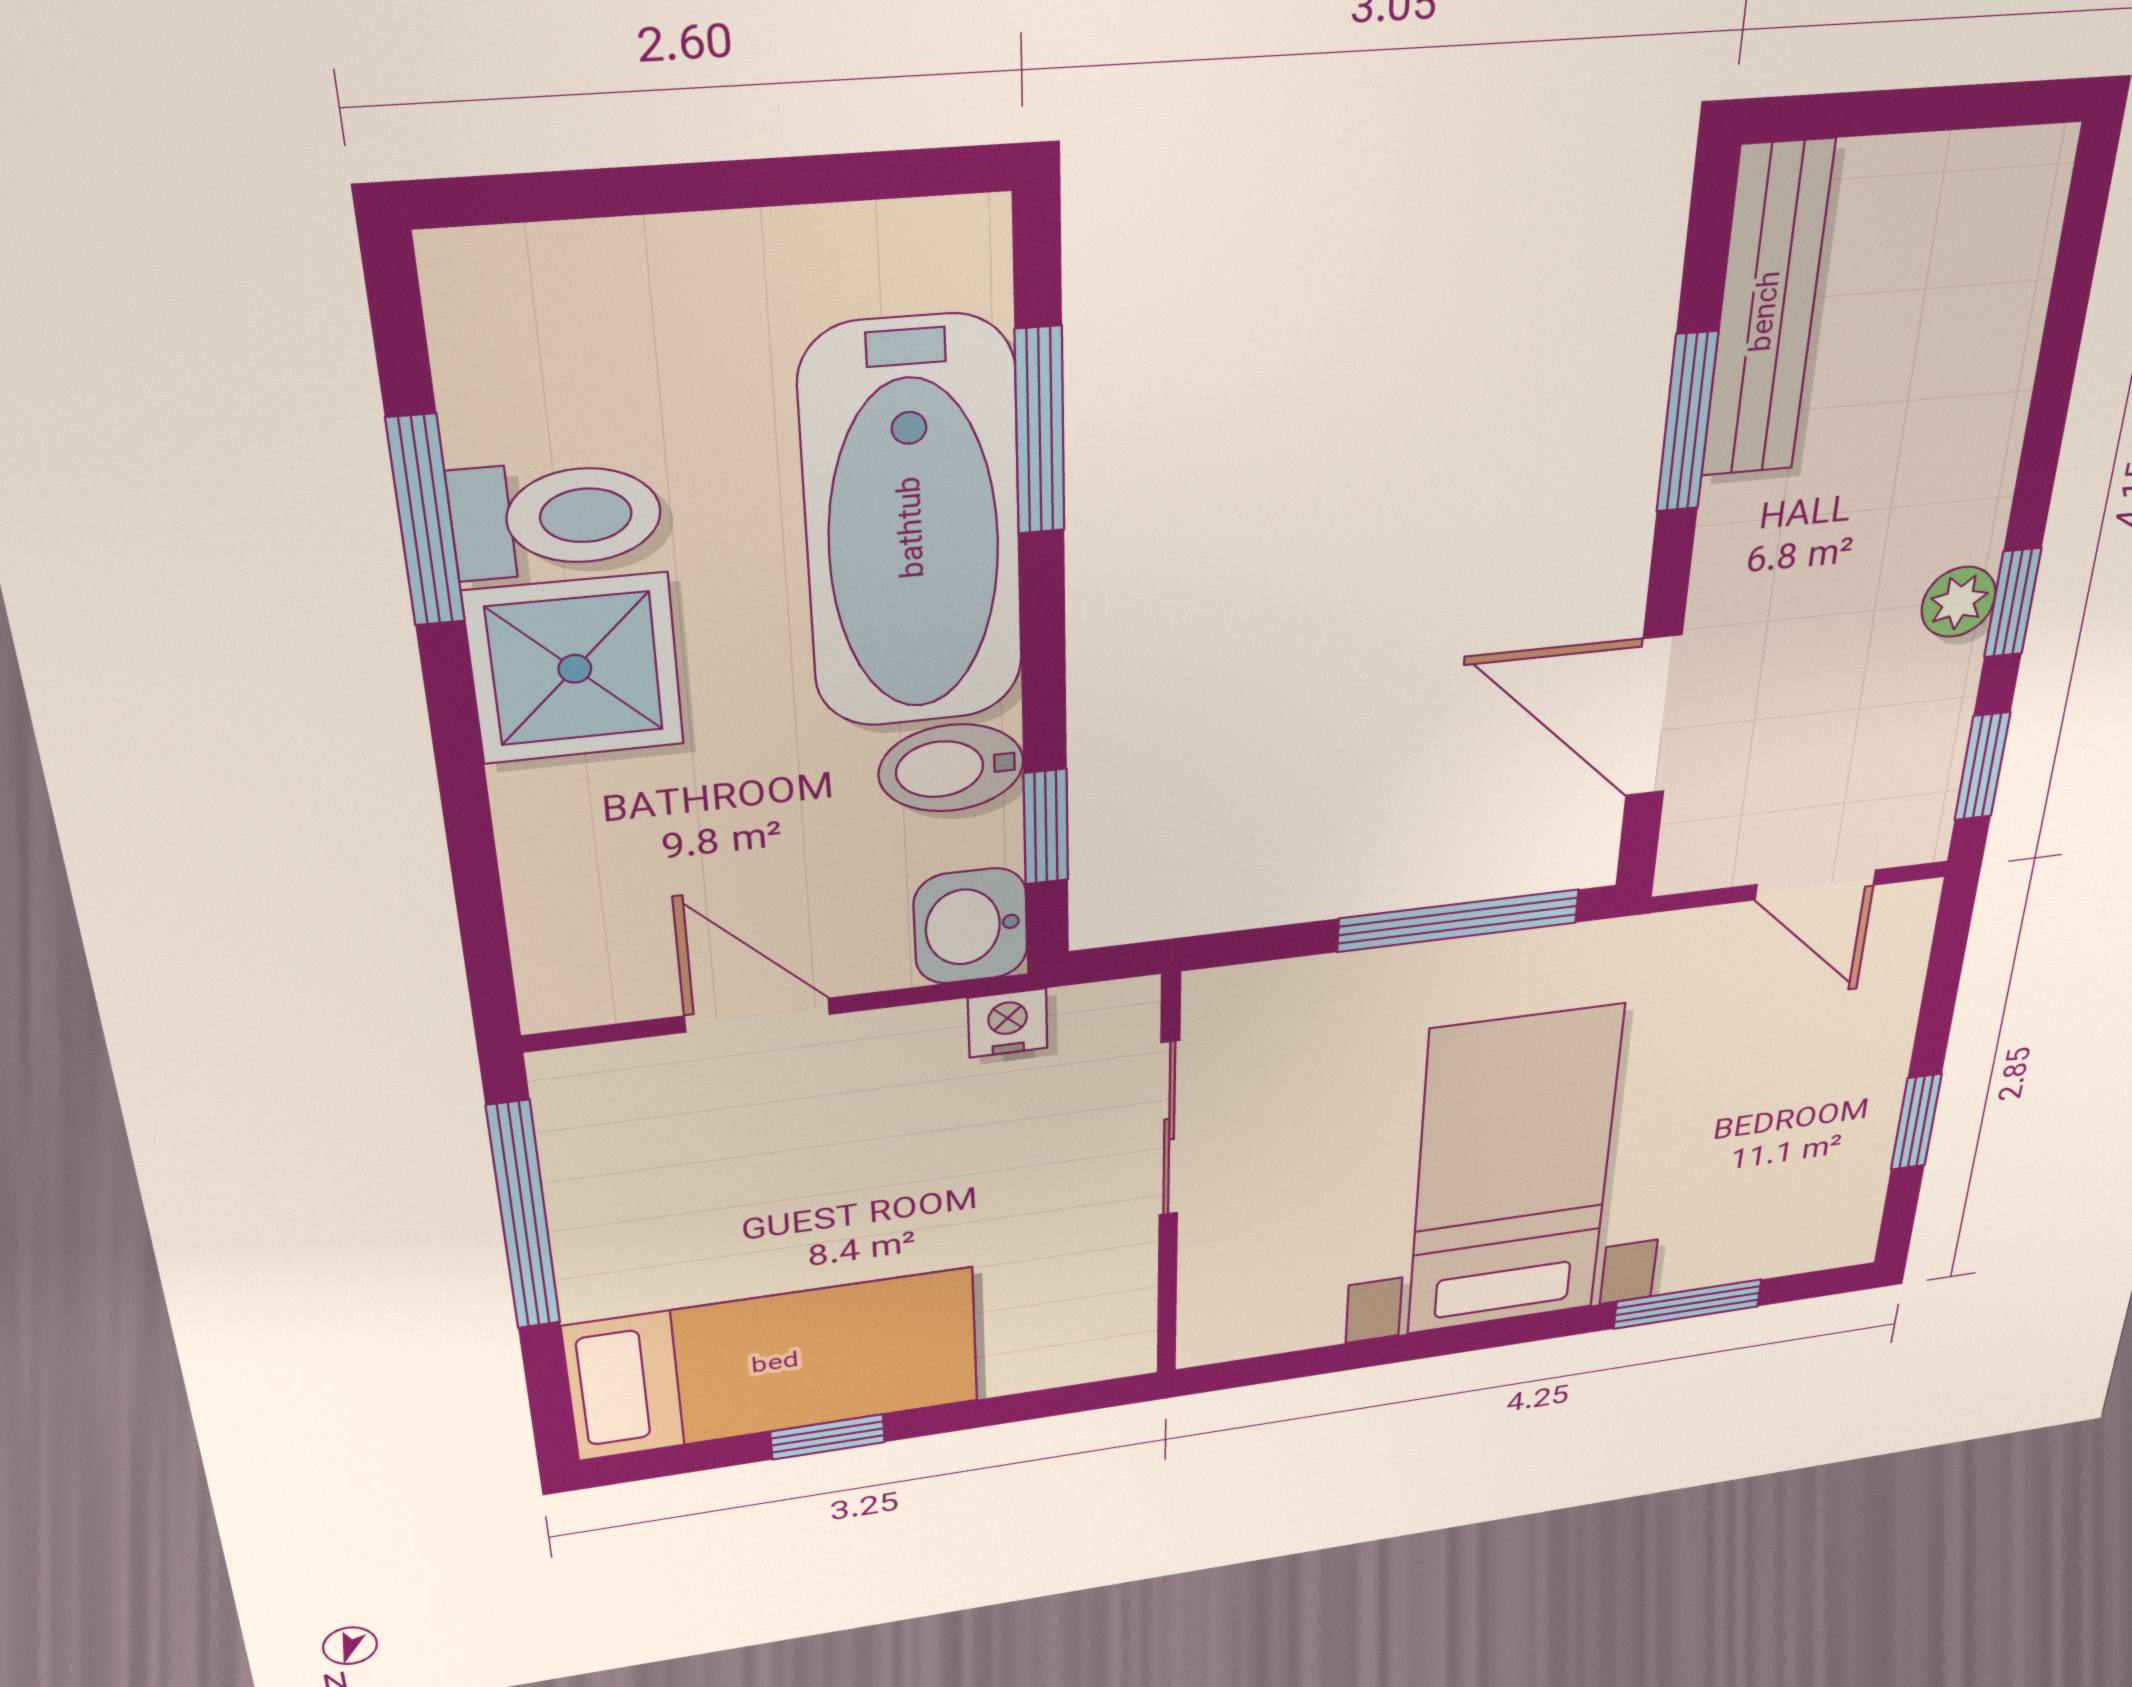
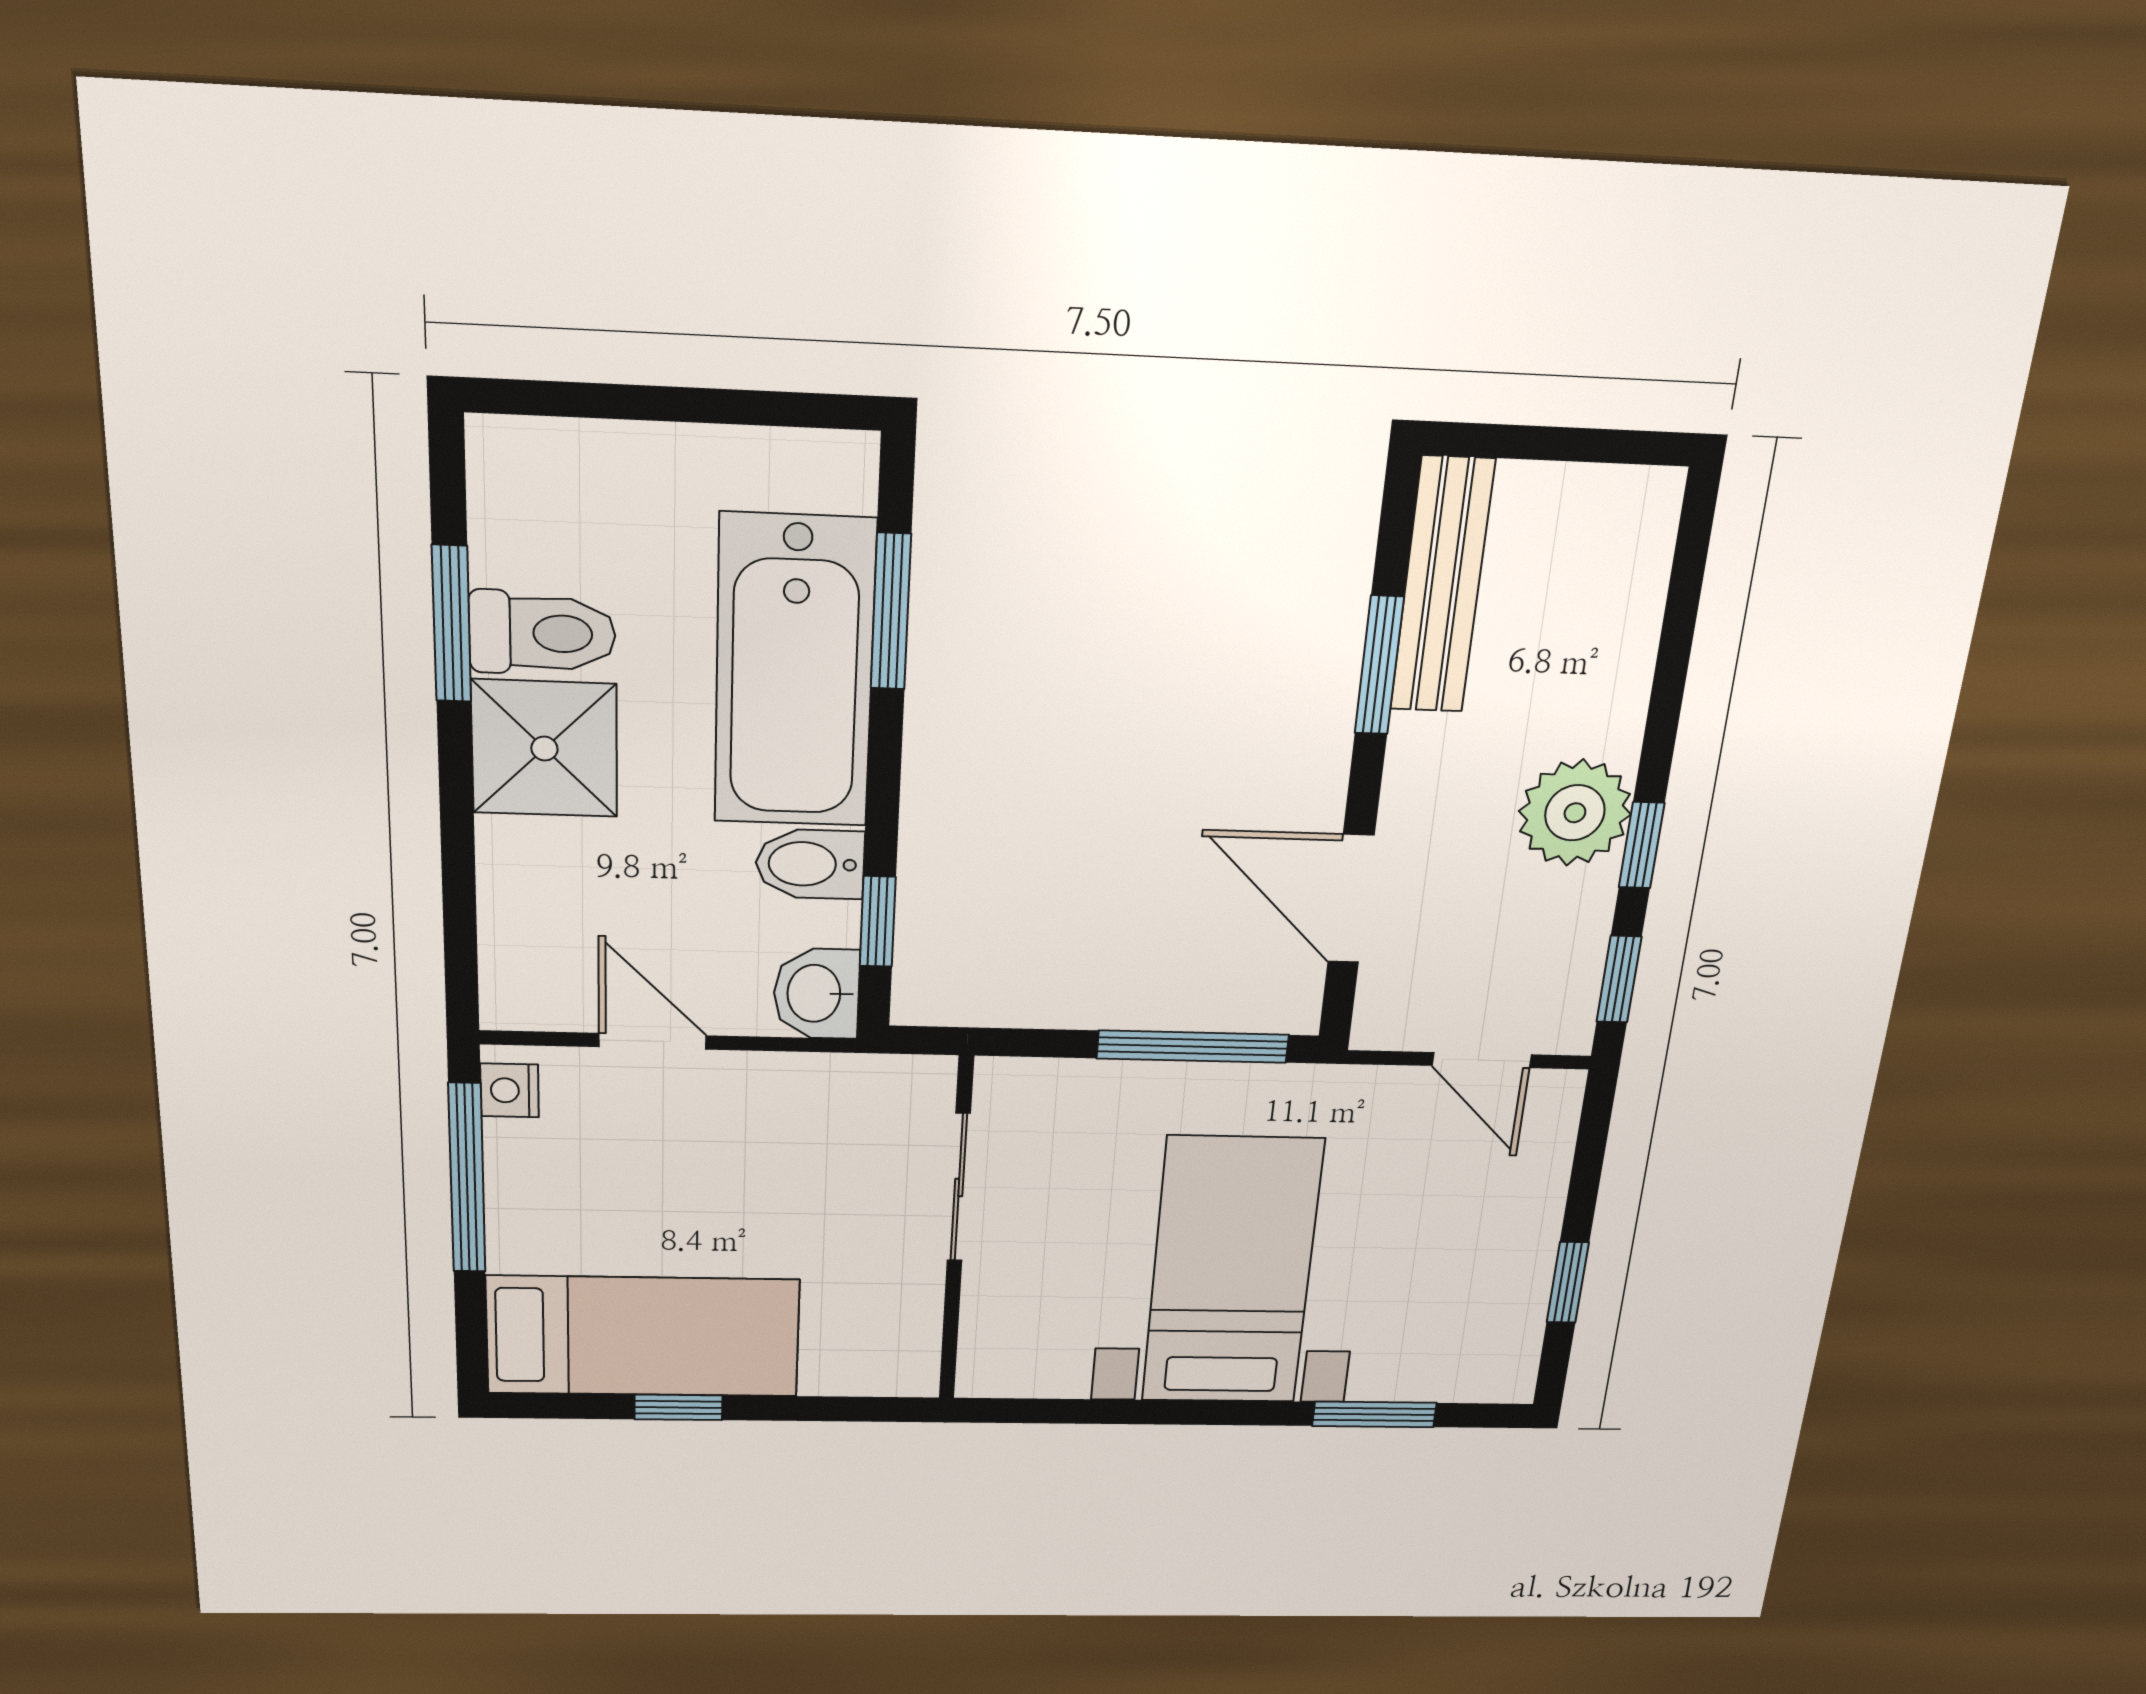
plant: (1959, 602) -> (1575, 813), width x1.88, depth x1.88
nightstand: (1008, 1023) -> (509, 1090), moved, turned -90

